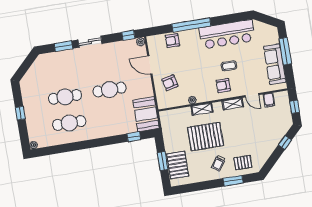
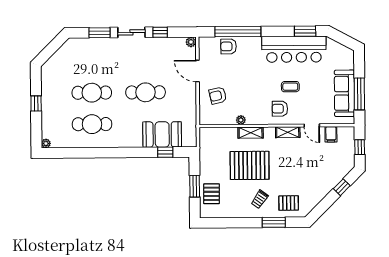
window: (234, 18) -> (305, 31), added
window: (191, 25) -> (238, 32), moved
window: (128, 35) -> (160, 32), moved
window: (285, 51) -> (359, 94), moved
booth: (146, 114) -> (162, 134), moved, turned 90
pallet: (178, 165) -> (212, 194), width x0.67, depth x0.71

